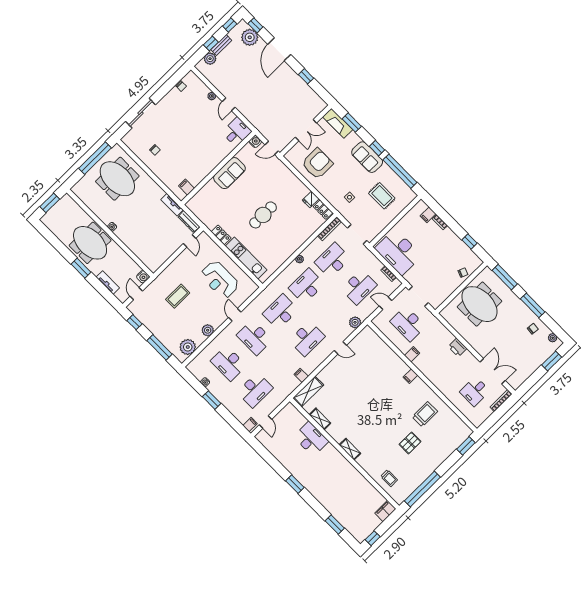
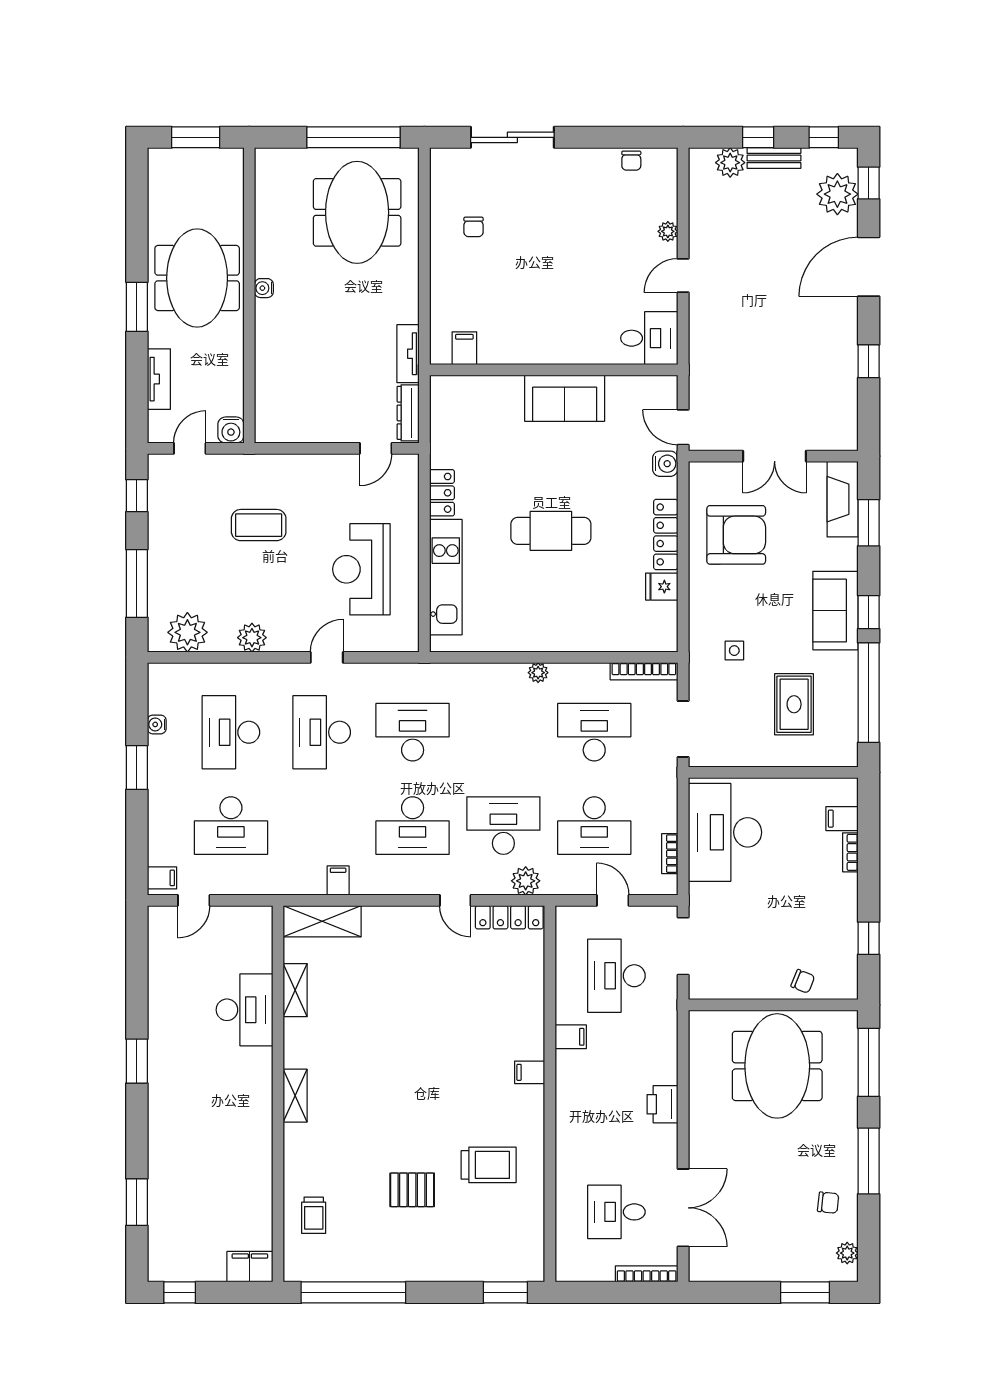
water cooler: (255, 142) -> (665, 464), moved
locker: (323, 210) -> (666, 534), moved, width x1.53
desk: (307, 286) -> (503, 826), moved
locker: (361, 337) -> (509, 917), added

